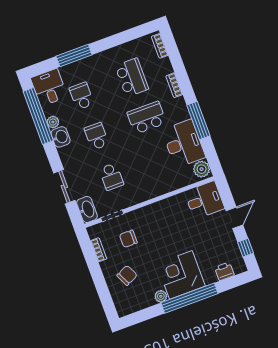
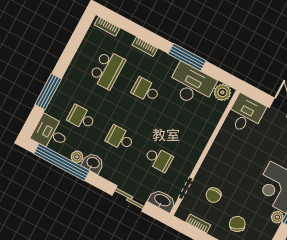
school desk: (132, 77) -> (107, 69), turned 90
school desk: (147, 118) -> (146, 90), width x0.54

